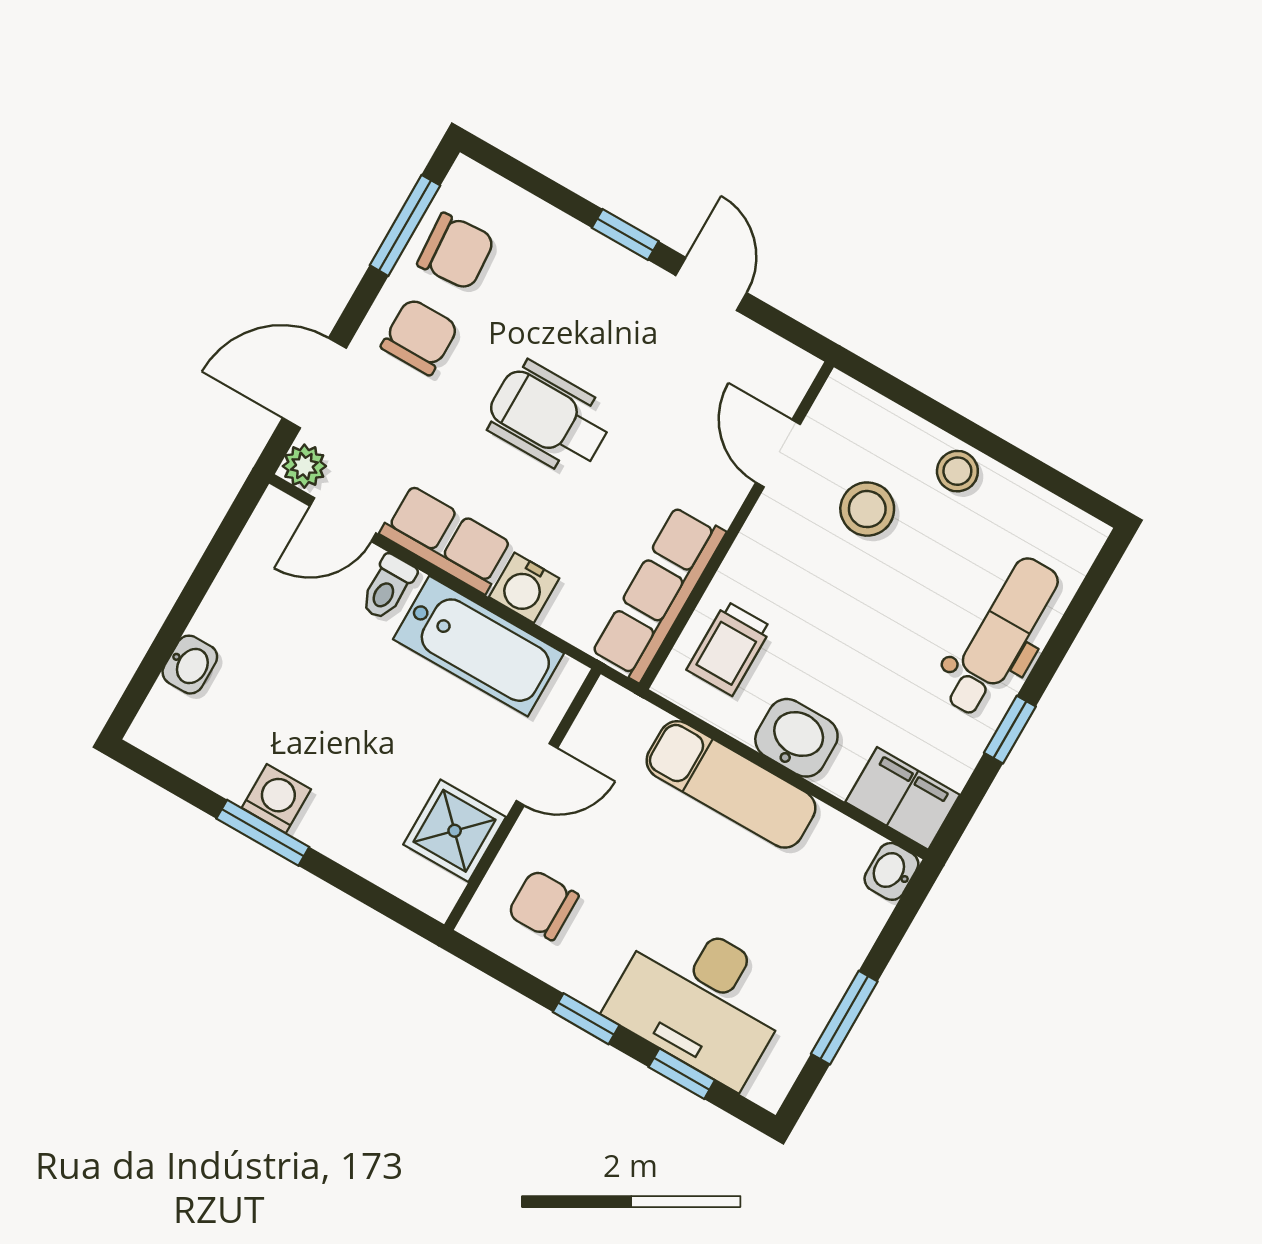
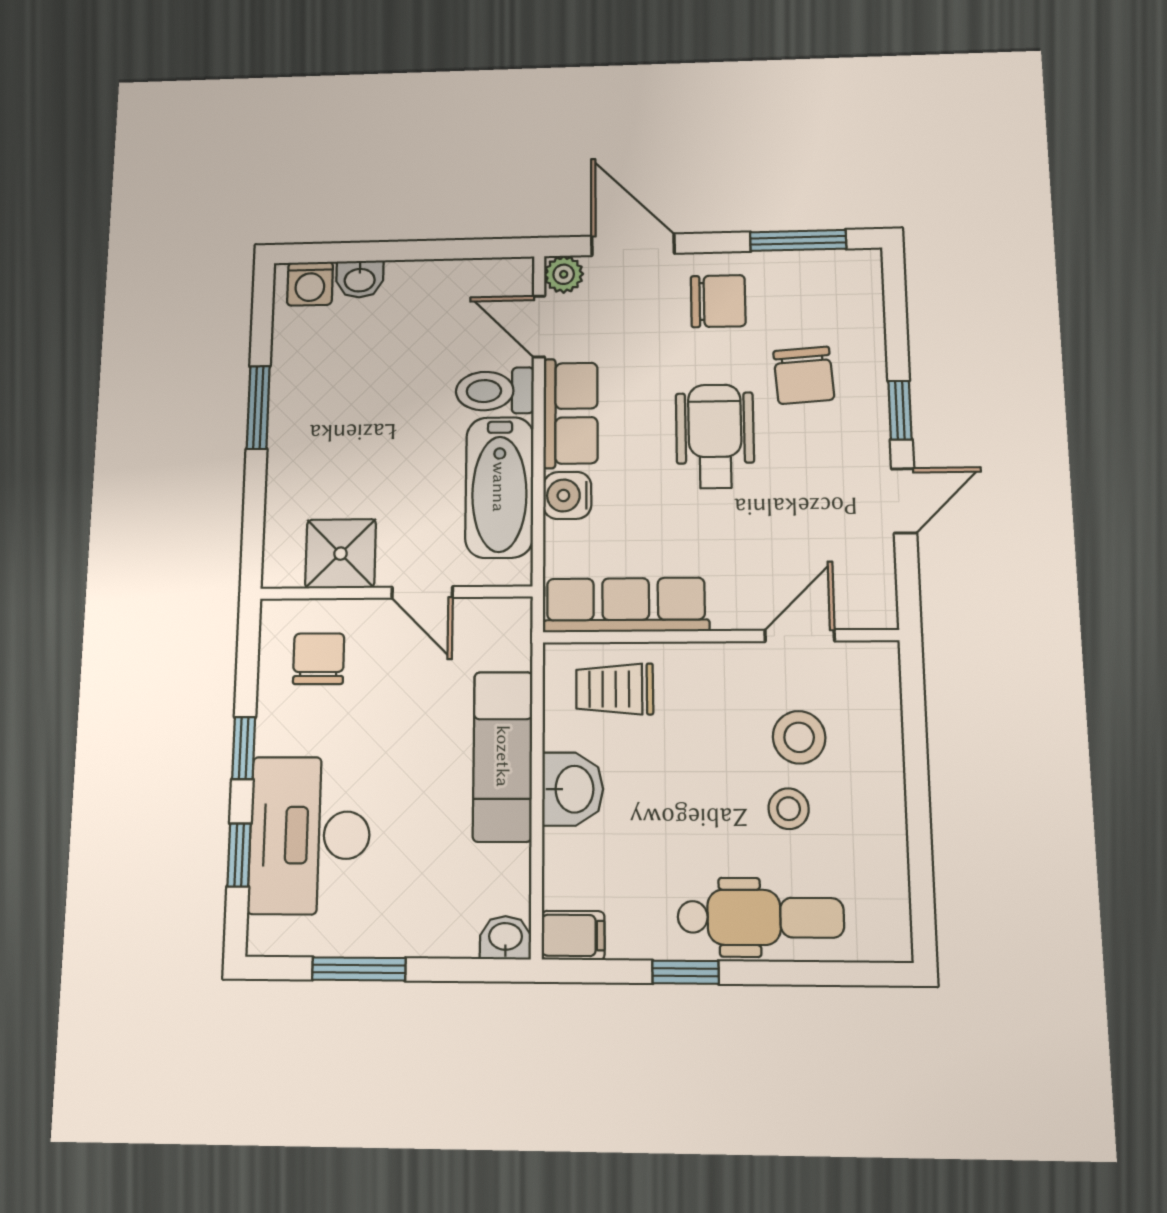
chair: (456, 251) -> (804, 375), moved
stool: (957, 471) -> (789, 809), moved
toilet: (388, 587) -> (495, 391), width x1.37, depth x1.39
filing cabinet: (903, 798) -> (573, 935), width x0.50
washing machine: (276, 799) -> (310, 284), moved, turned 90

